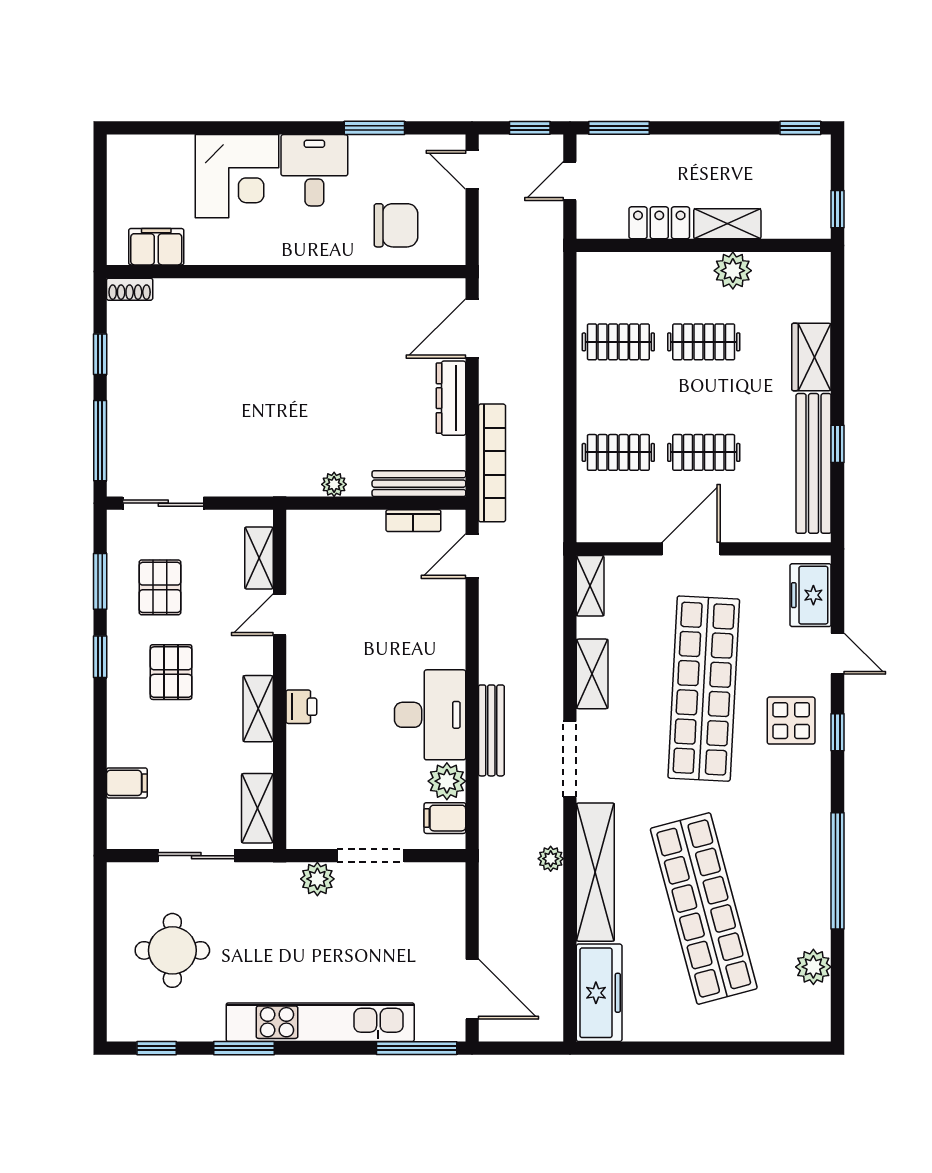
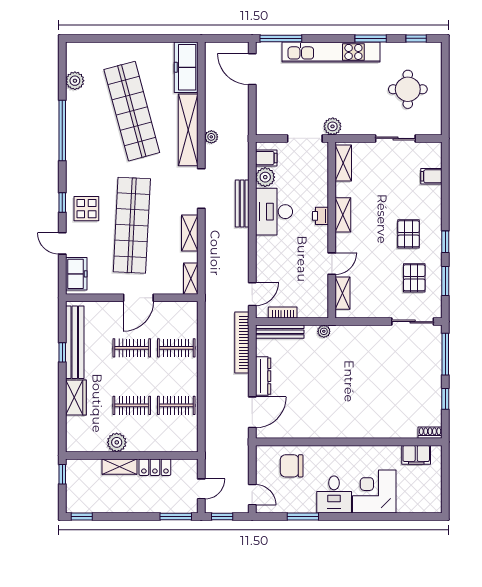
shelving: (259, 558) -> (342, 293), moved
door: (280, 615) -> (332, 264), moved
wall: (280, 679) -> (332, 230), moved
printer: (301, 707) -> (320, 216), moved
shelving: (258, 709) -> (343, 215), moved
shelving: (257, 808) -> (343, 163), moved

